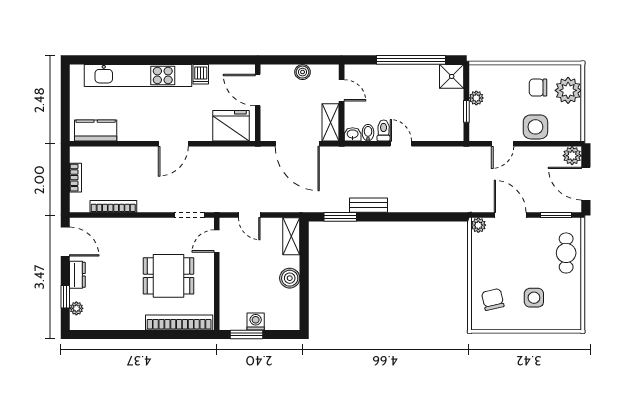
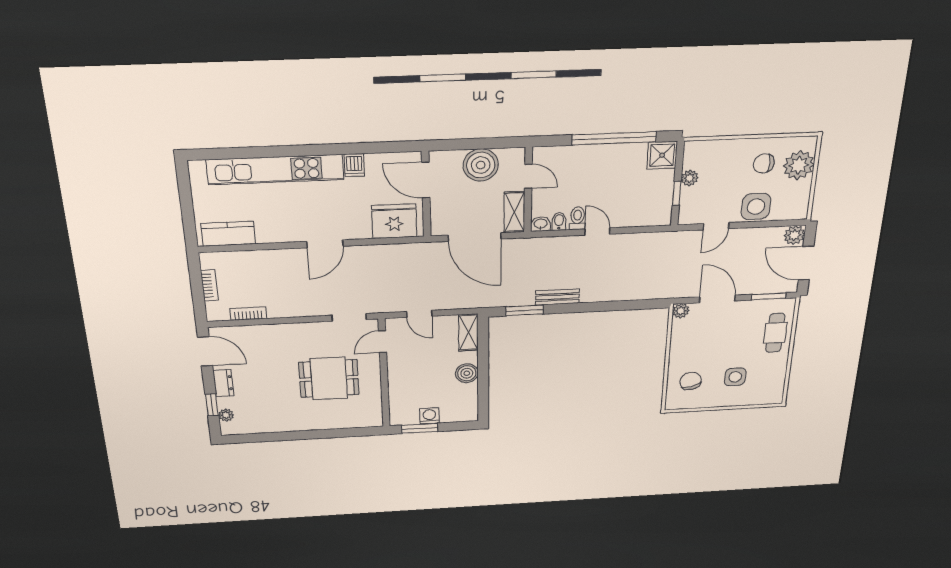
boiler: (303, 72) -> (481, 165), width x1.86, depth x1.86
bookcase: (113, 206) -> (248, 314), width x0.64
bookcase: (179, 322) -> (344, 422), removed

